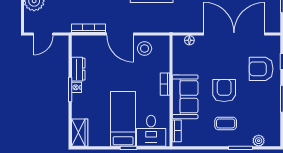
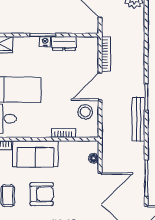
bookcase: (165, 84) -> (63, 133), moved

